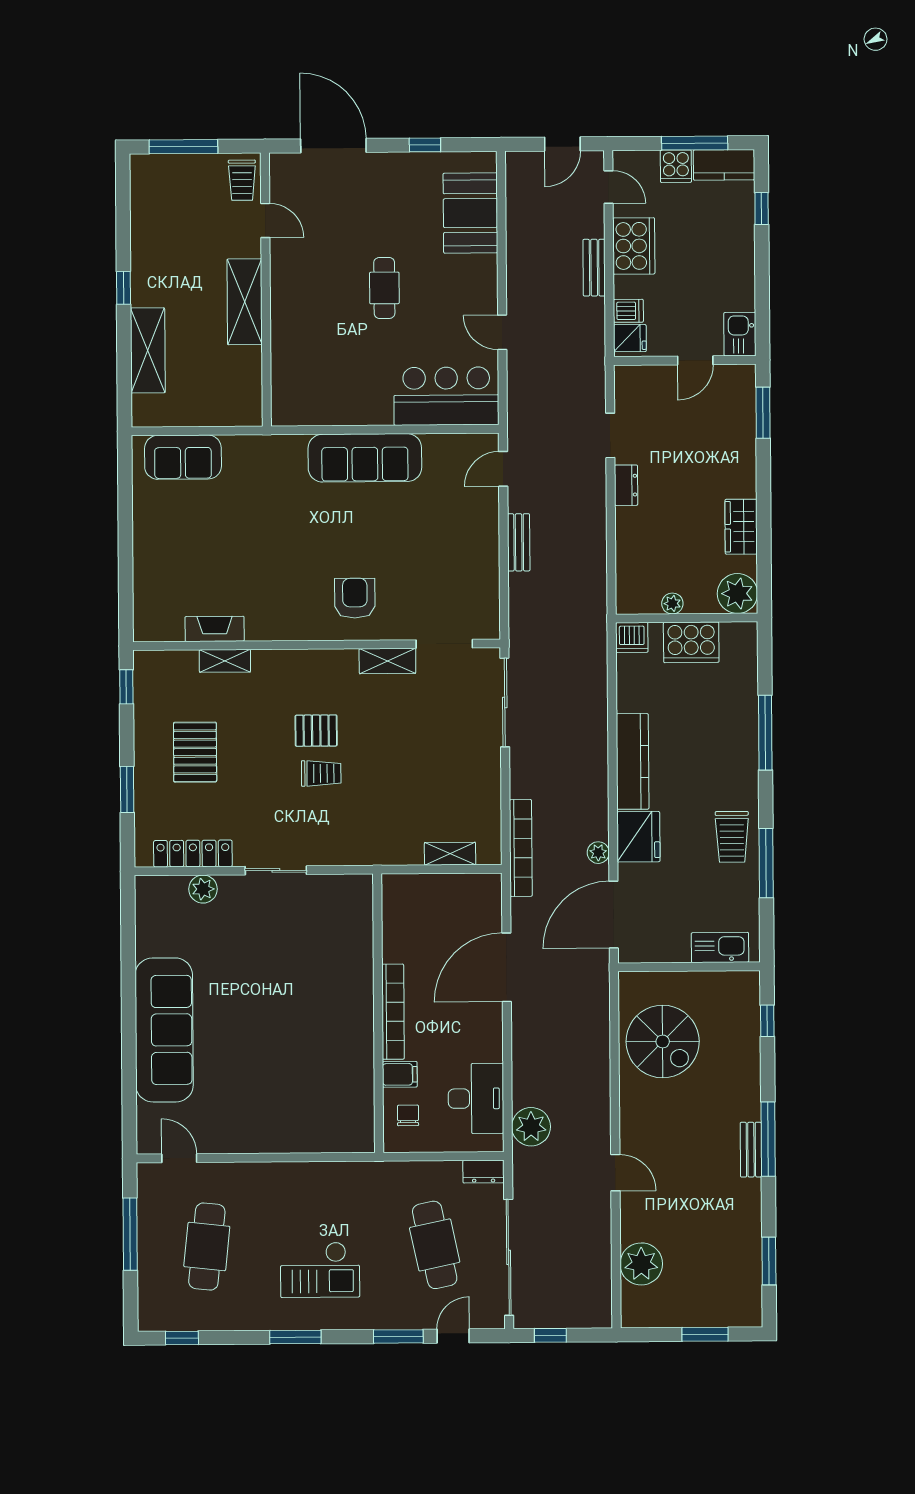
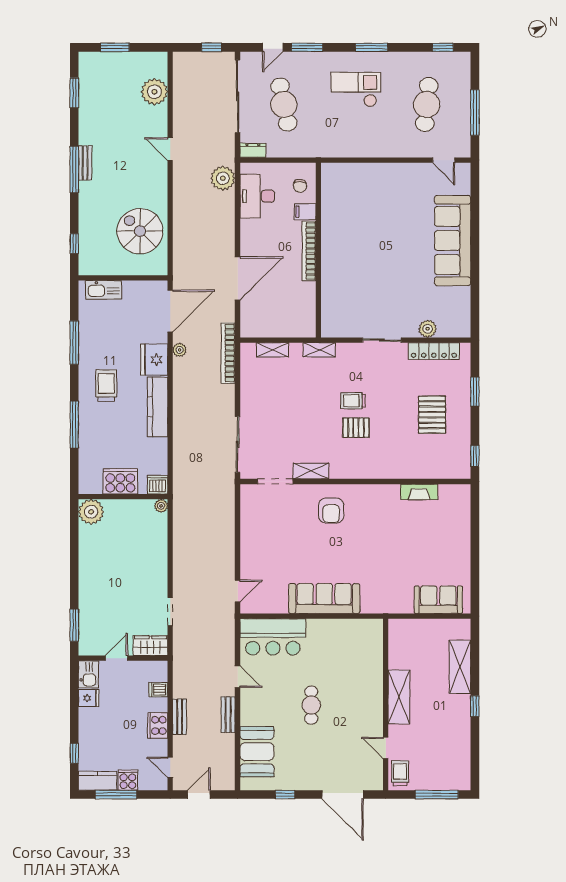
cooker: (634, 246) -> (158, 725), width x0.73, depth x0.76
fridge: (630, 338) -> (89, 698), moved, turned 180
dresser: (626, 485) -> (161, 580), removed
wardrobe: (741, 527) -> (150, 646), moved, turned -90
bench: (519, 542) -> (228, 715), moved
plant: (672, 603) -> (161, 506), moved
shelving: (225, 661) -> (319, 350), moved
trolley: (732, 837) -> (106, 386), moved

